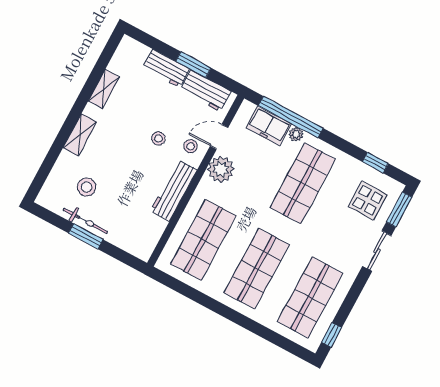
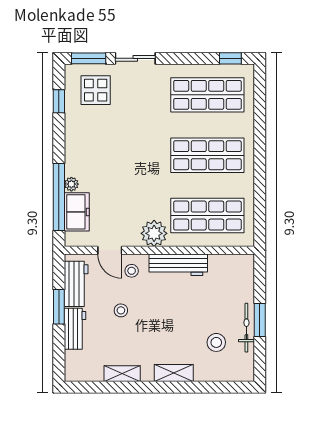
stool: (158, 138) -> (121, 310), moved
plant: (221, 169) -> (154, 233), moved
shop shelf: (303, 183) -> (111, 155), removed

